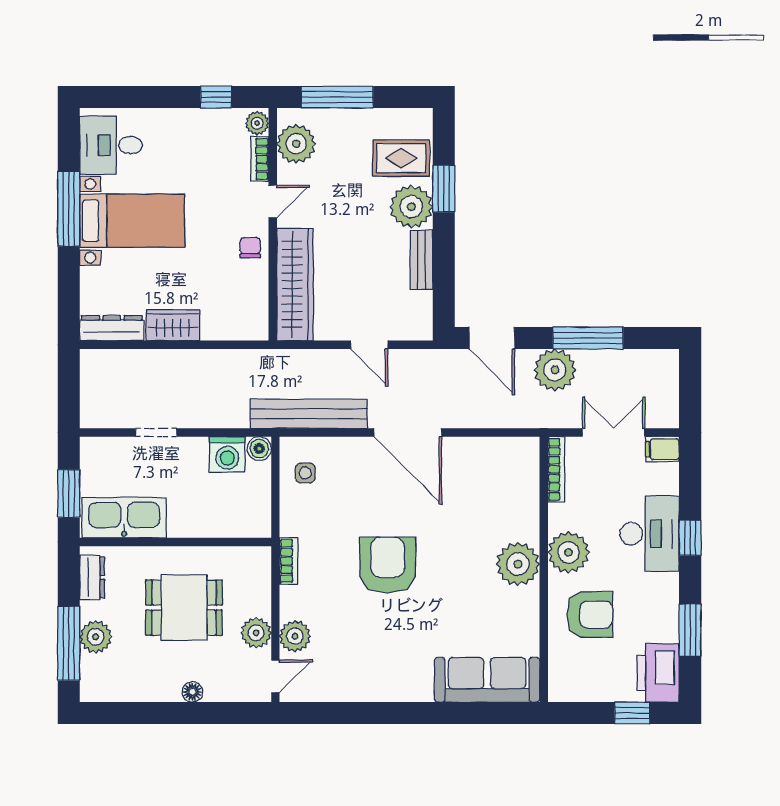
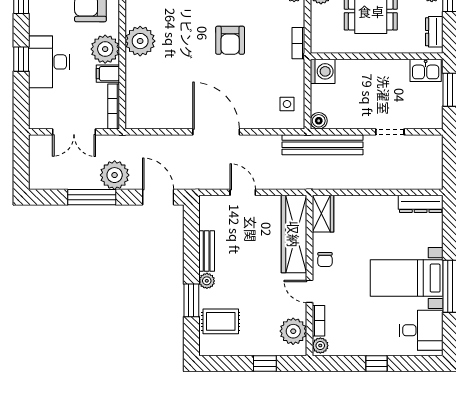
window: (216, 97) -> (377, 363), moved
window: (337, 97) -> (265, 363), width x0.46
door: (273, 202) -> (309, 291), hinge flipped
plant: (411, 207) -> (207, 281), width x0.53, depth x0.53
wardrobe: (173, 325) -> (323, 214), moved, turned -90
bench: (309, 414) -> (323, 145), moved
filing cabinet: (662, 449) -> (108, 74), moved, turned 180
washing machine: (227, 454) -> (323, 71), moved, turned 90
kitchen sink: (124, 518) -> (426, 70), width x0.53, depth x0.81
armchair: (388, 565) -> (230, 40), width x0.73, depth x0.73

